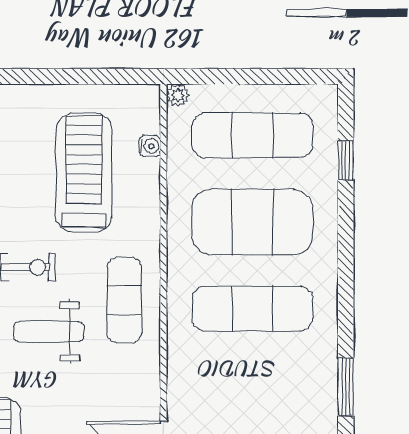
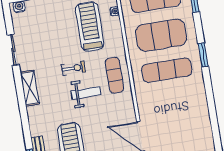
weight bench: (49, 332) -> (86, 93), turned 180
window: (346, 387) -> (203, 55), moved

